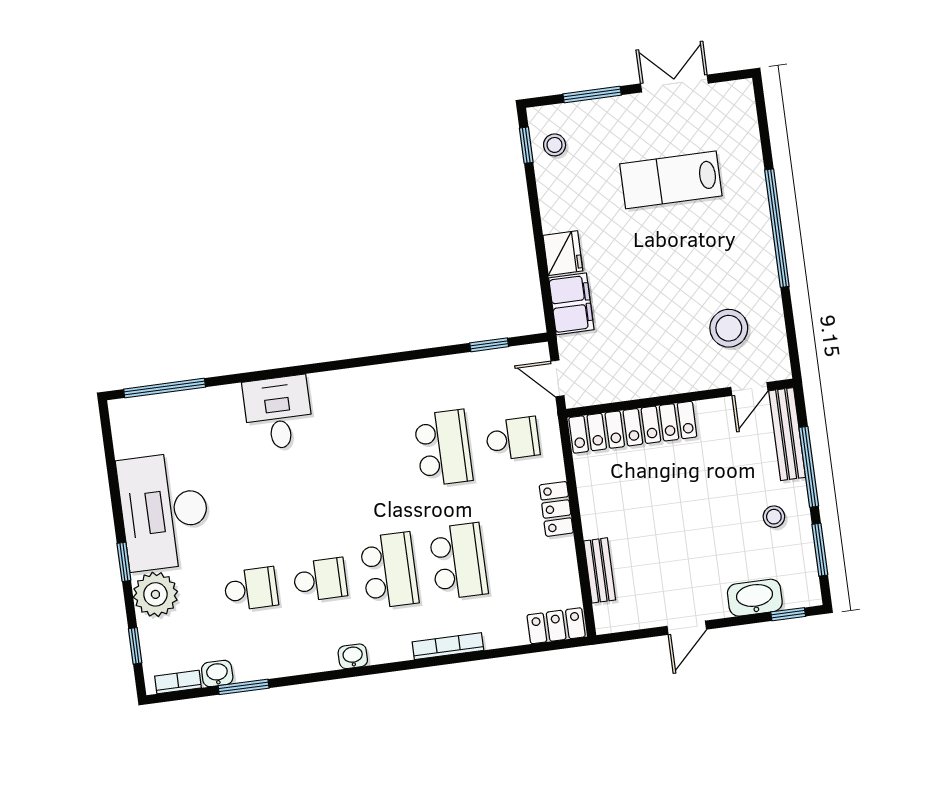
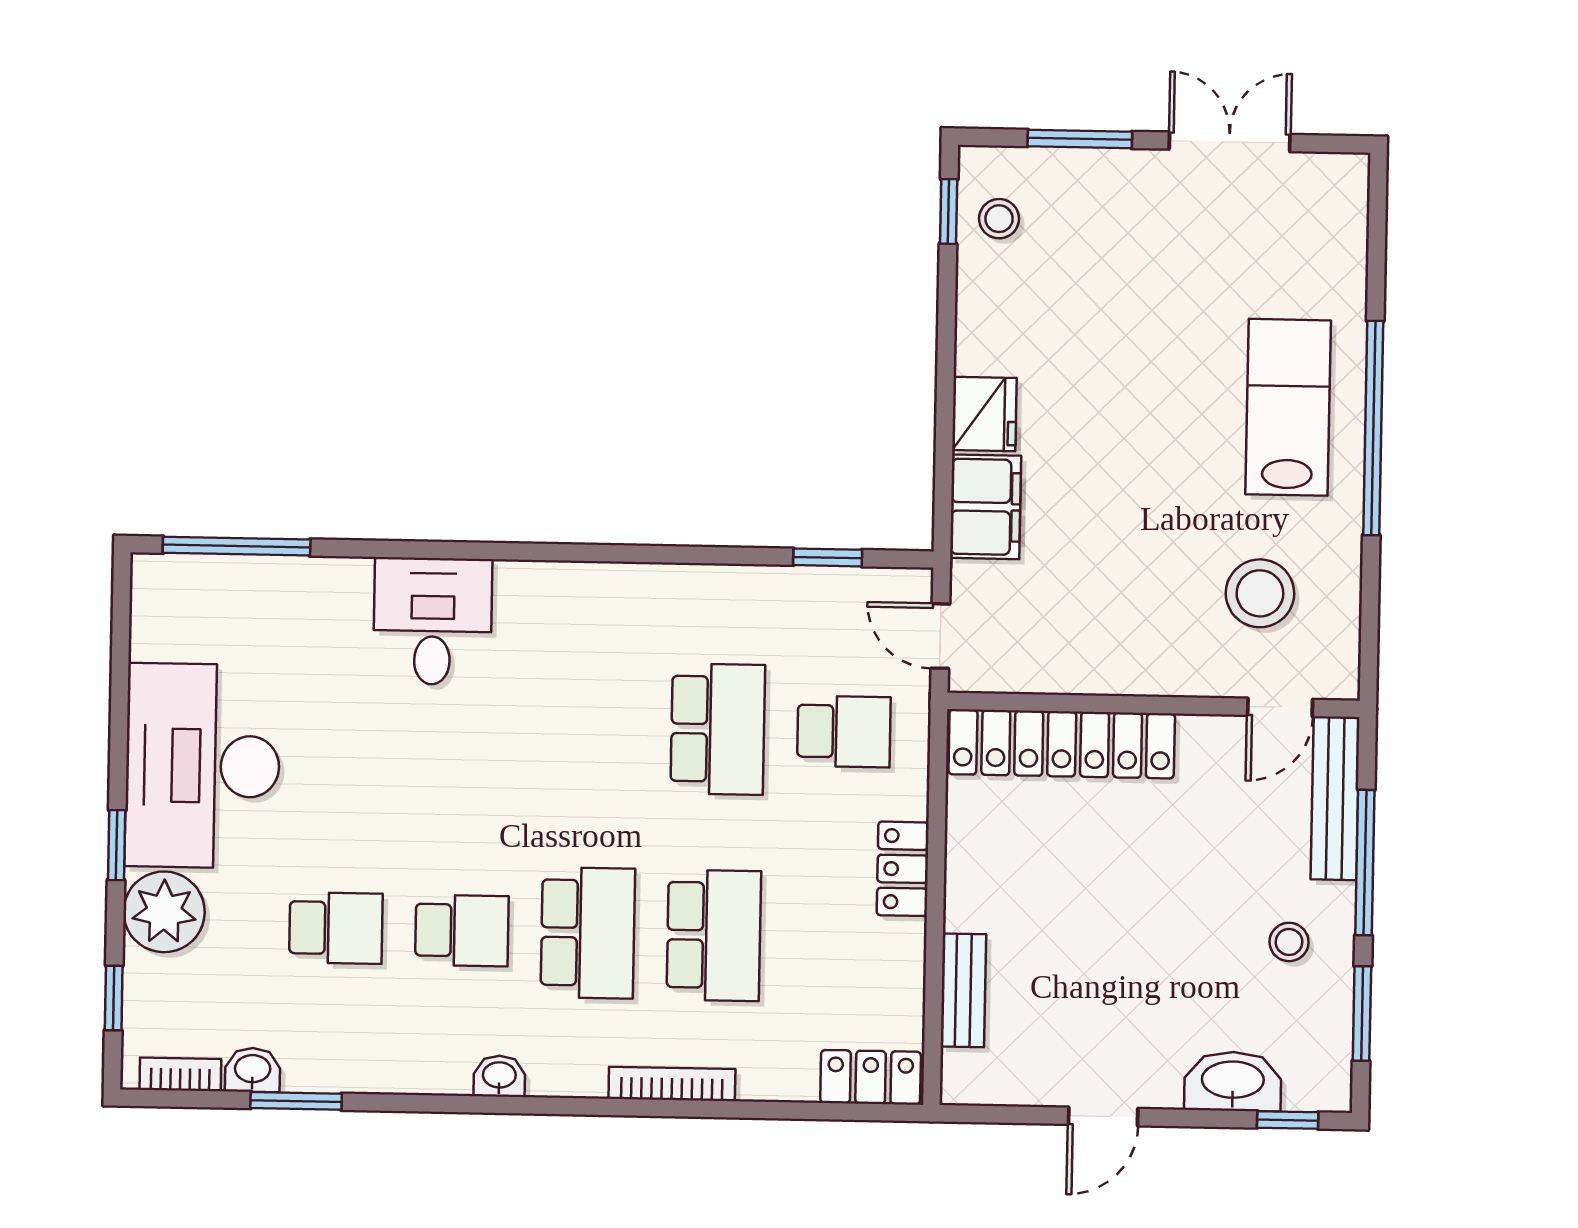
lab bench: (671, 180) -> (1288, 407), moved, turned 90

